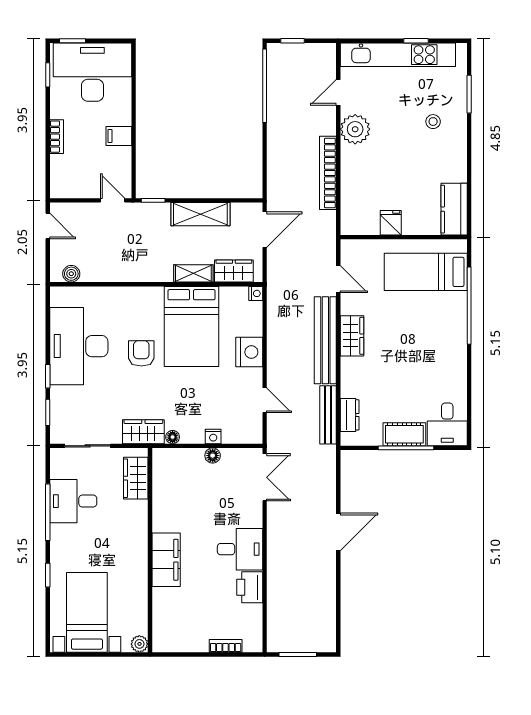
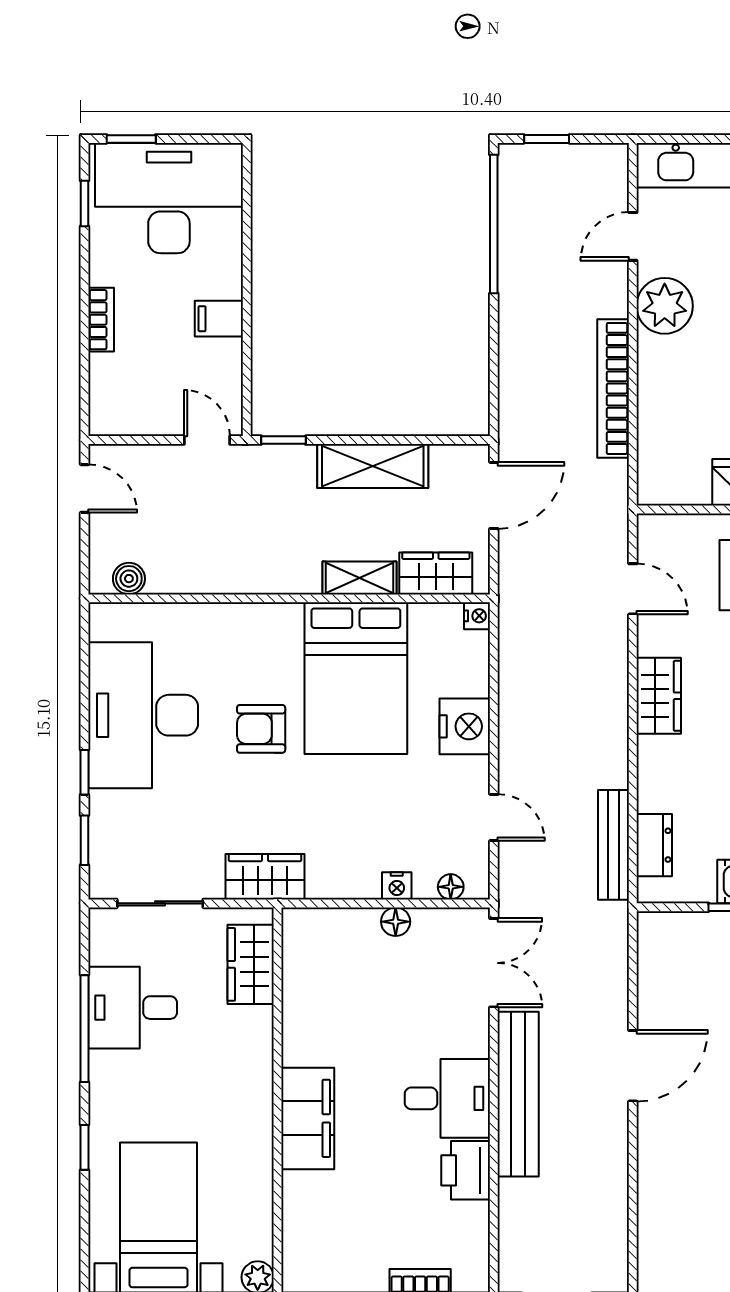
bench: (325, 340) -> (518, 1094), moved
armchair: (141, 353) -> (261, 729), turned -90
floor lamp: (173, 437) -> (451, 887), moved

